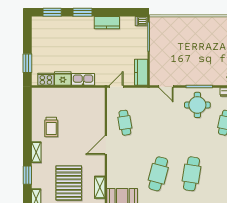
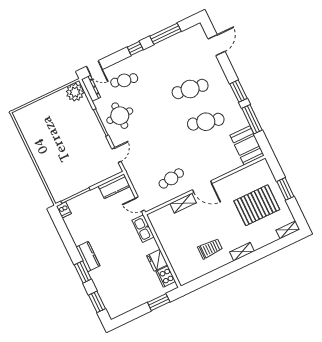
kitchen counter: (107, 23) -> (88, 257), moved
kitchen sink: (83, 79) -> (143, 229), moved
window: (27, 175) -> (269, 250), removed
shelving: (100, 187) -> (183, 203), moved

